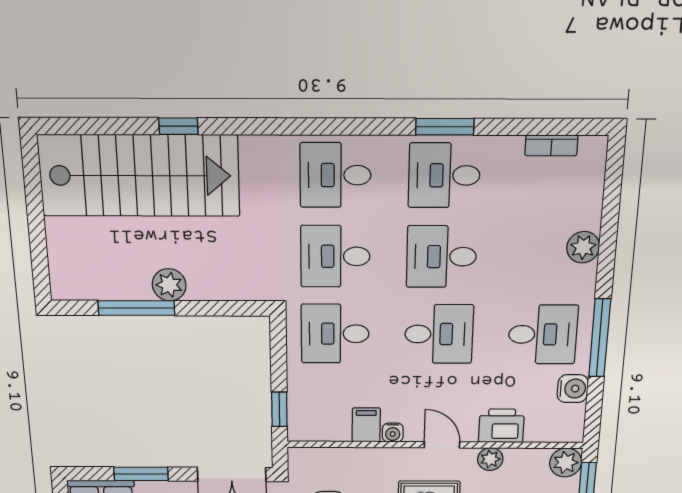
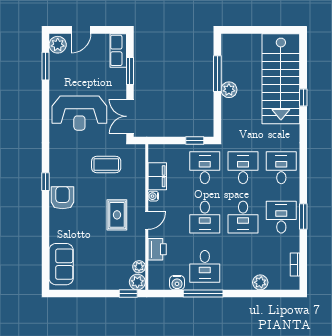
plant: (583, 247) -> (260, 282), moved
desk: (441, 257) -> (243, 217), turned 180
window: (279, 409) -> (195, 141), moved
filing cabinet: (366, 425) -> (157, 176), width x2.00
plant: (490, 459) -> (139, 267), moved

